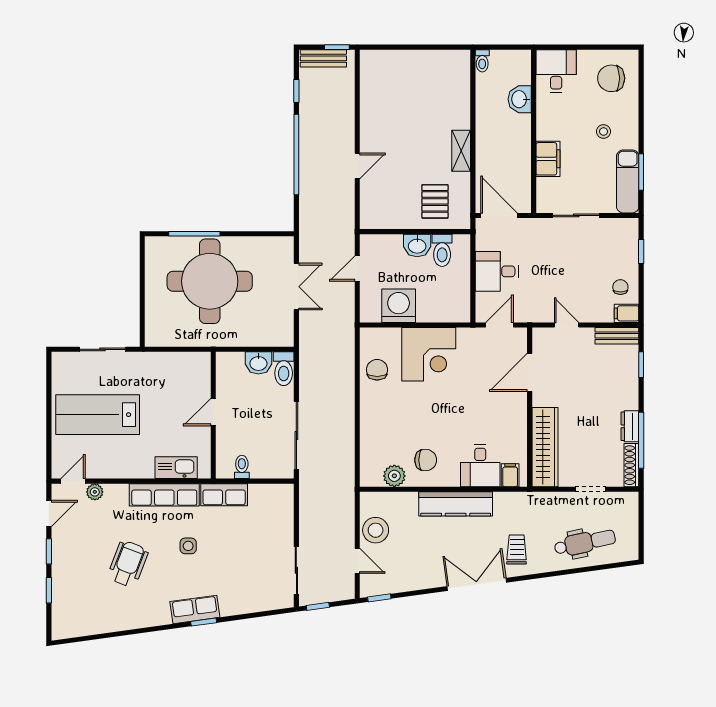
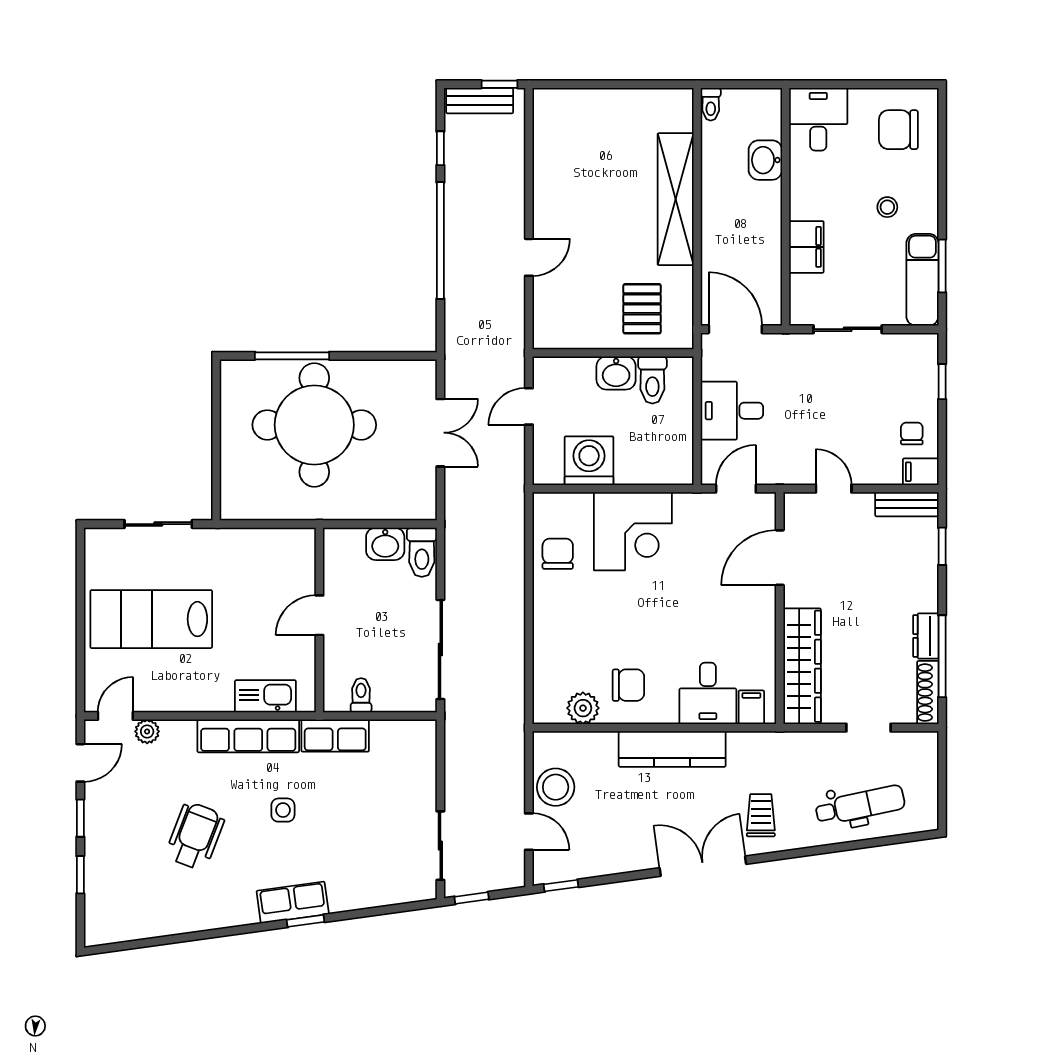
shelving: (461, 151) -> (676, 199), width x2.20, depth x1.33

